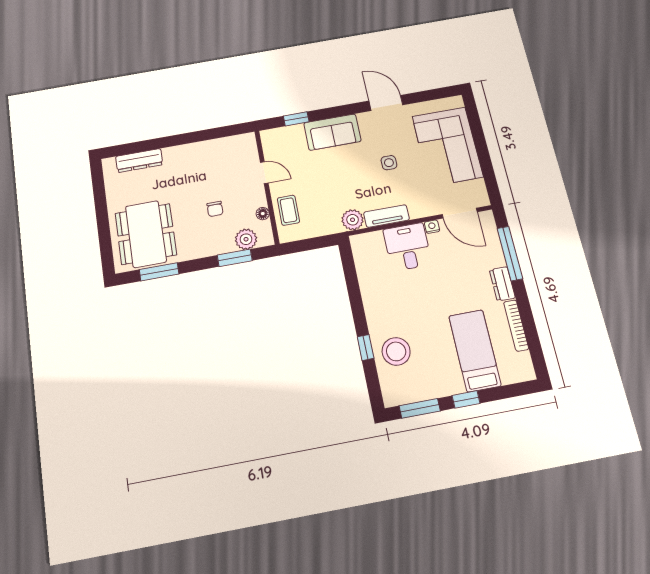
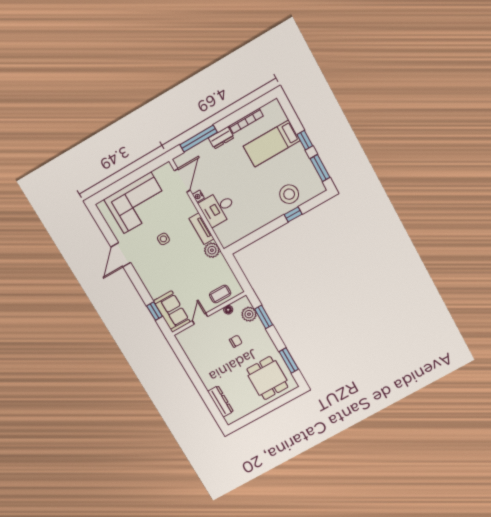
sofa: (332, 132) -> (172, 312), moved
dining table: (146, 234) -> (267, 378), width x0.73

